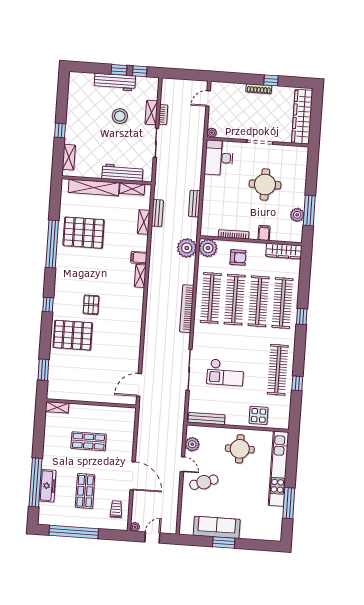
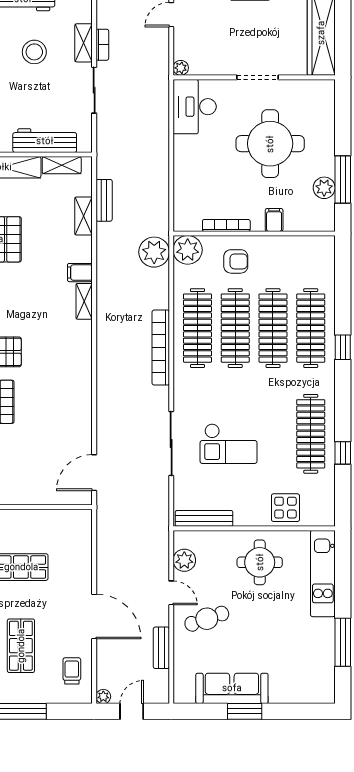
round table: (265, 185) -> (270, 144), width x1.36, depth x1.36
bench: (194, 204) -> (161, 648), moved
wardrobe: (284, 251) -> (307, 246), removed
kitchen unit: (279, 469) -> (323, 574), width x0.73

